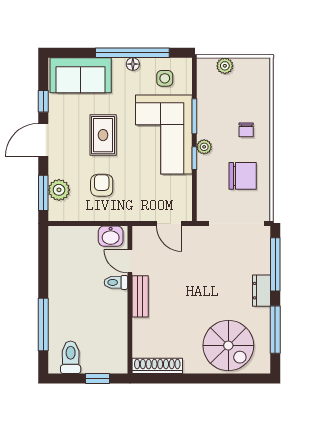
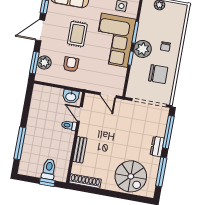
plant: (204, 147) -> (143, 49), width x1.87, depth x1.87
bench: (140, 296) -> (80, 150), moved
toilet: (71, 357) -> (49, 169), moved

